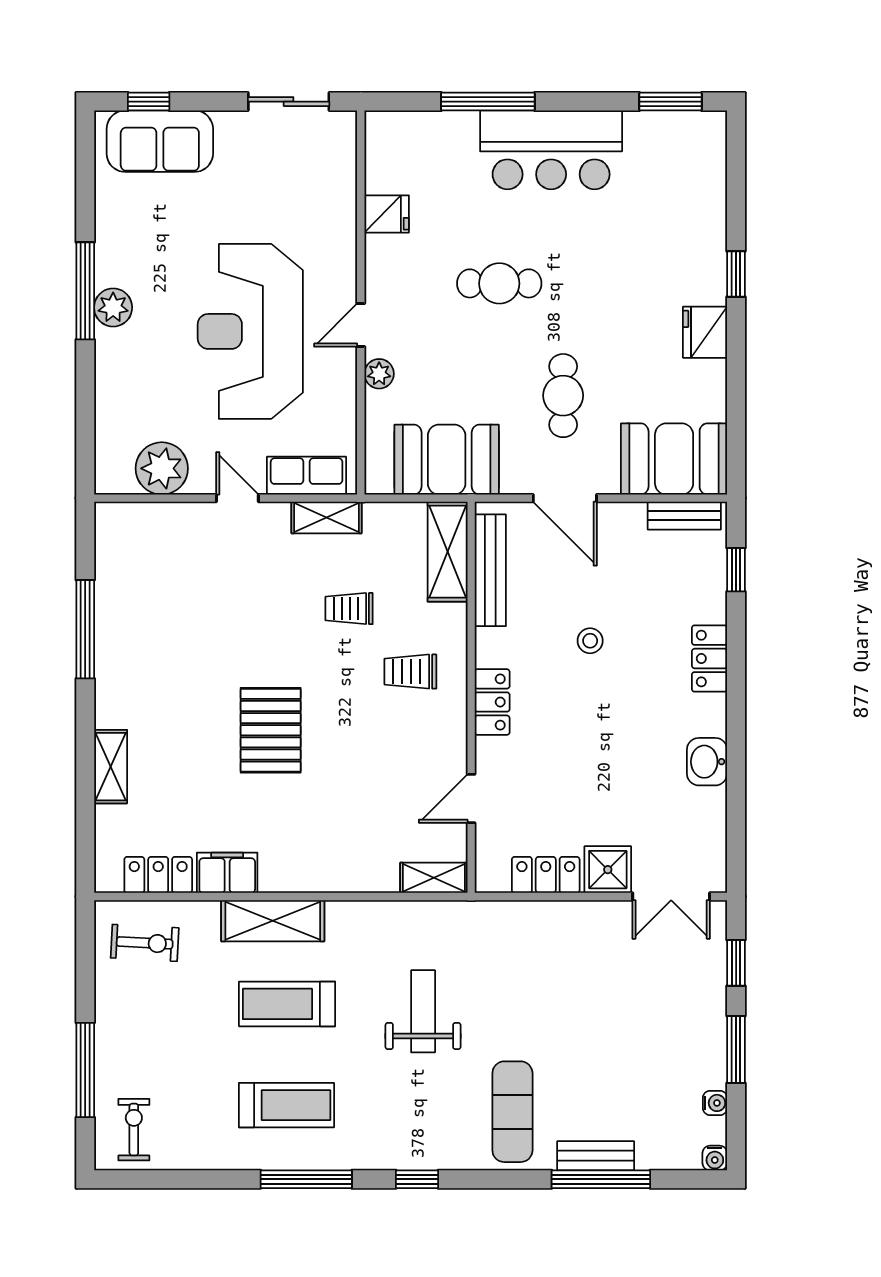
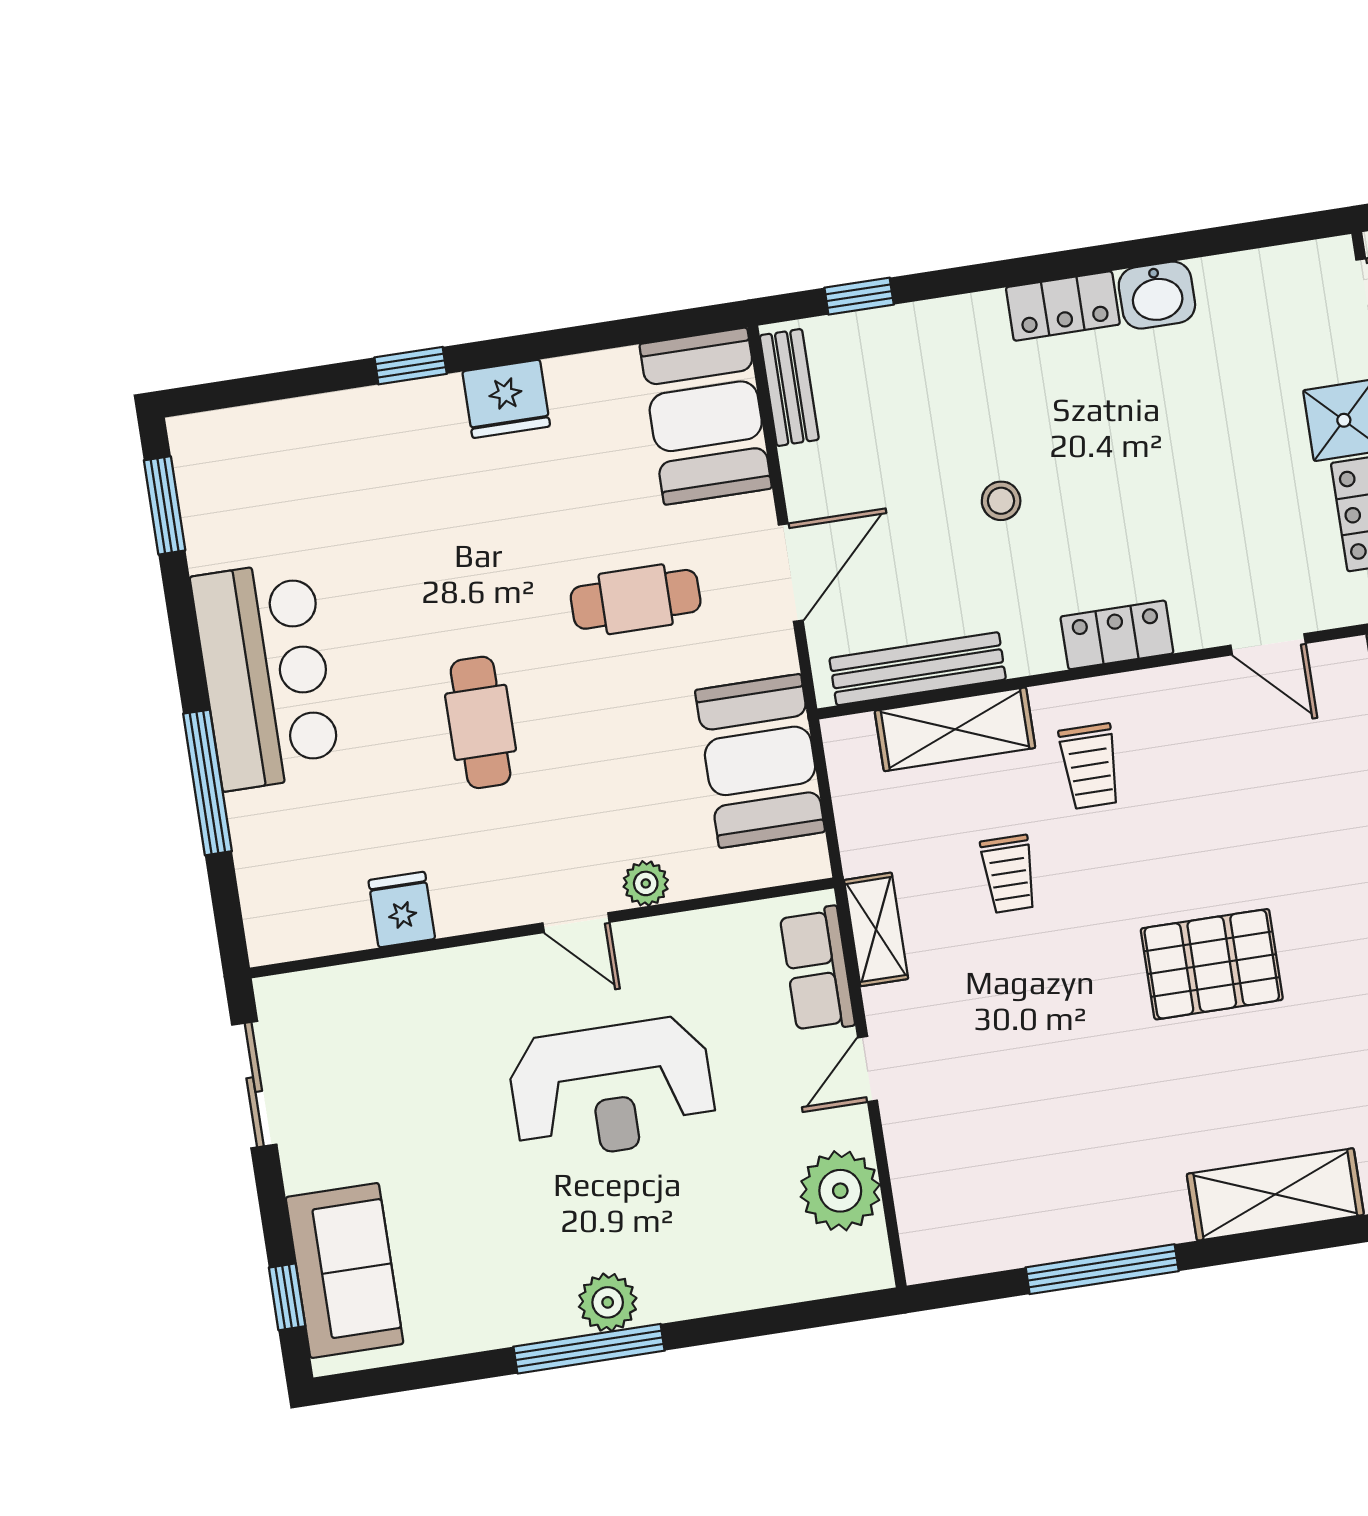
reception desk: (250, 331) -> (612, 1089), width x0.74, depth x0.77
shelving: (448, 552) -> (955, 729), moved
locker: (709, 659) -> (1063, 306), moved
shelving: (111, 767) -> (1275, 1194), width x1.50, depth x1.33

